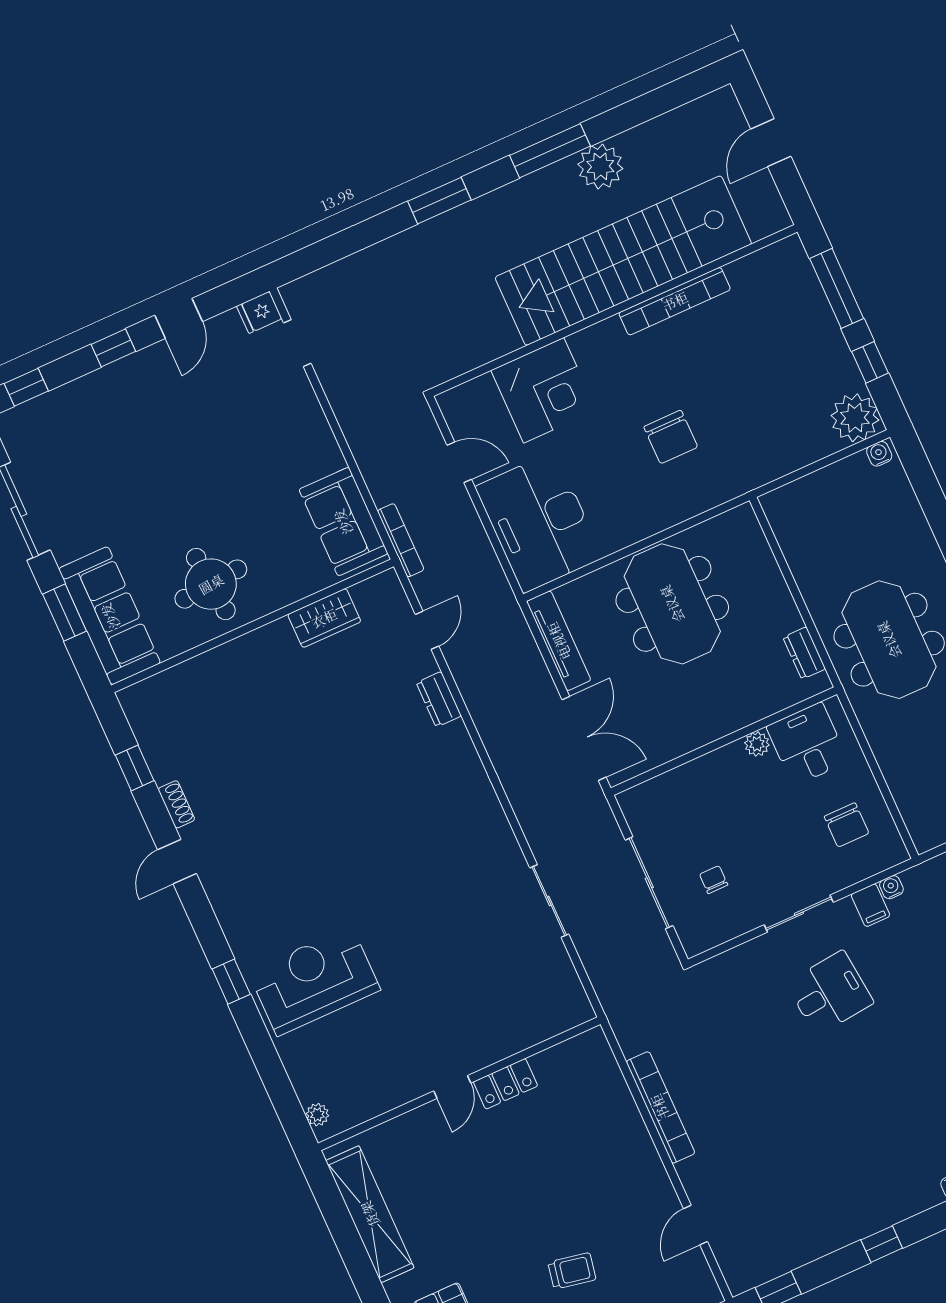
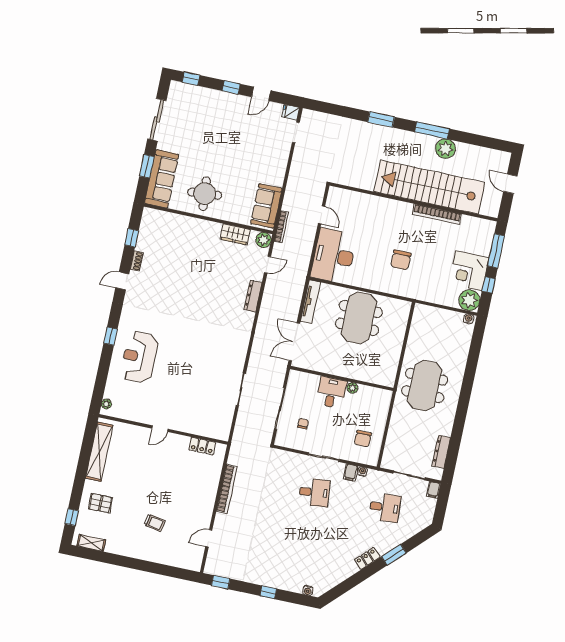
door: (771, 143) -> (510, 184), hinge flipped
corner desk: (544, 390) -> (469, 271), moved, turned 90
plant: (385, 589) -> (263, 240), added
dresser: (804, 653) -> (392, 369), removed
dresser: (439, 699) -> (253, 296), width x1.44
double door: (584, 738) -> (294, 342), swing flipped
desk: (807, 744) -> (331, 393), moved
reception desk: (314, 981) -> (139, 357), turned -90
locker: (506, 1084) -> (202, 446), moved

